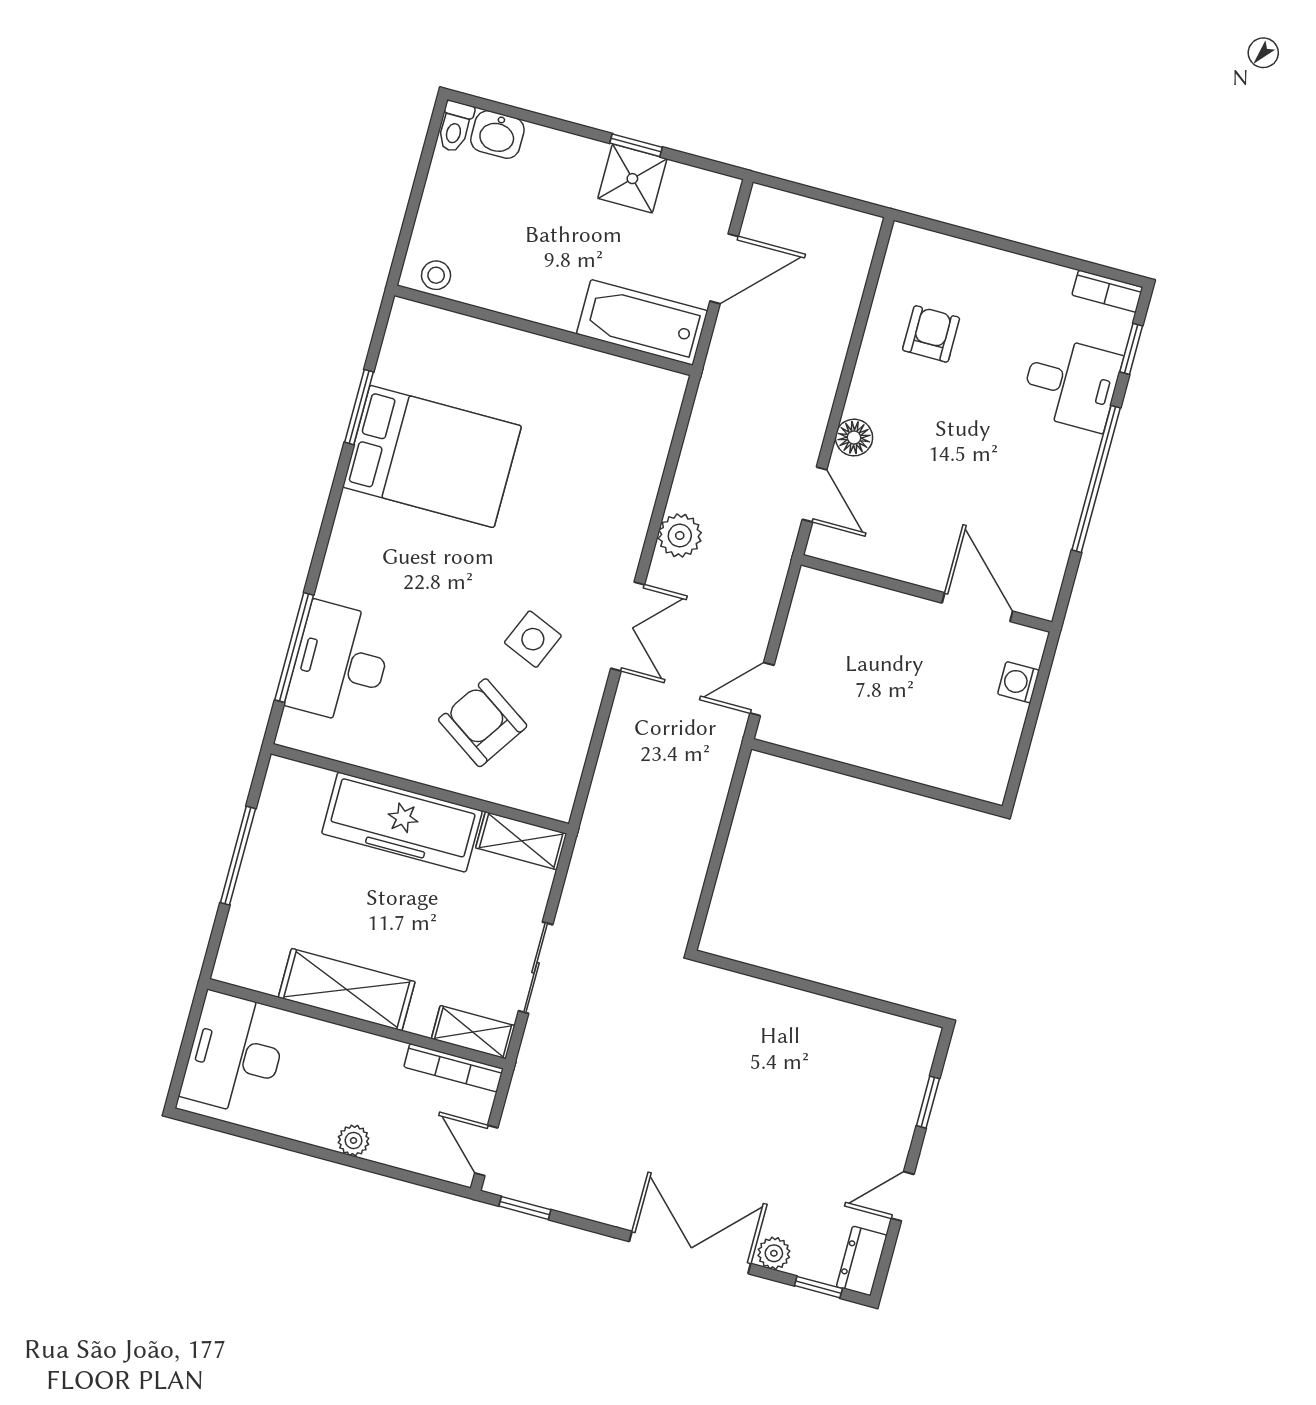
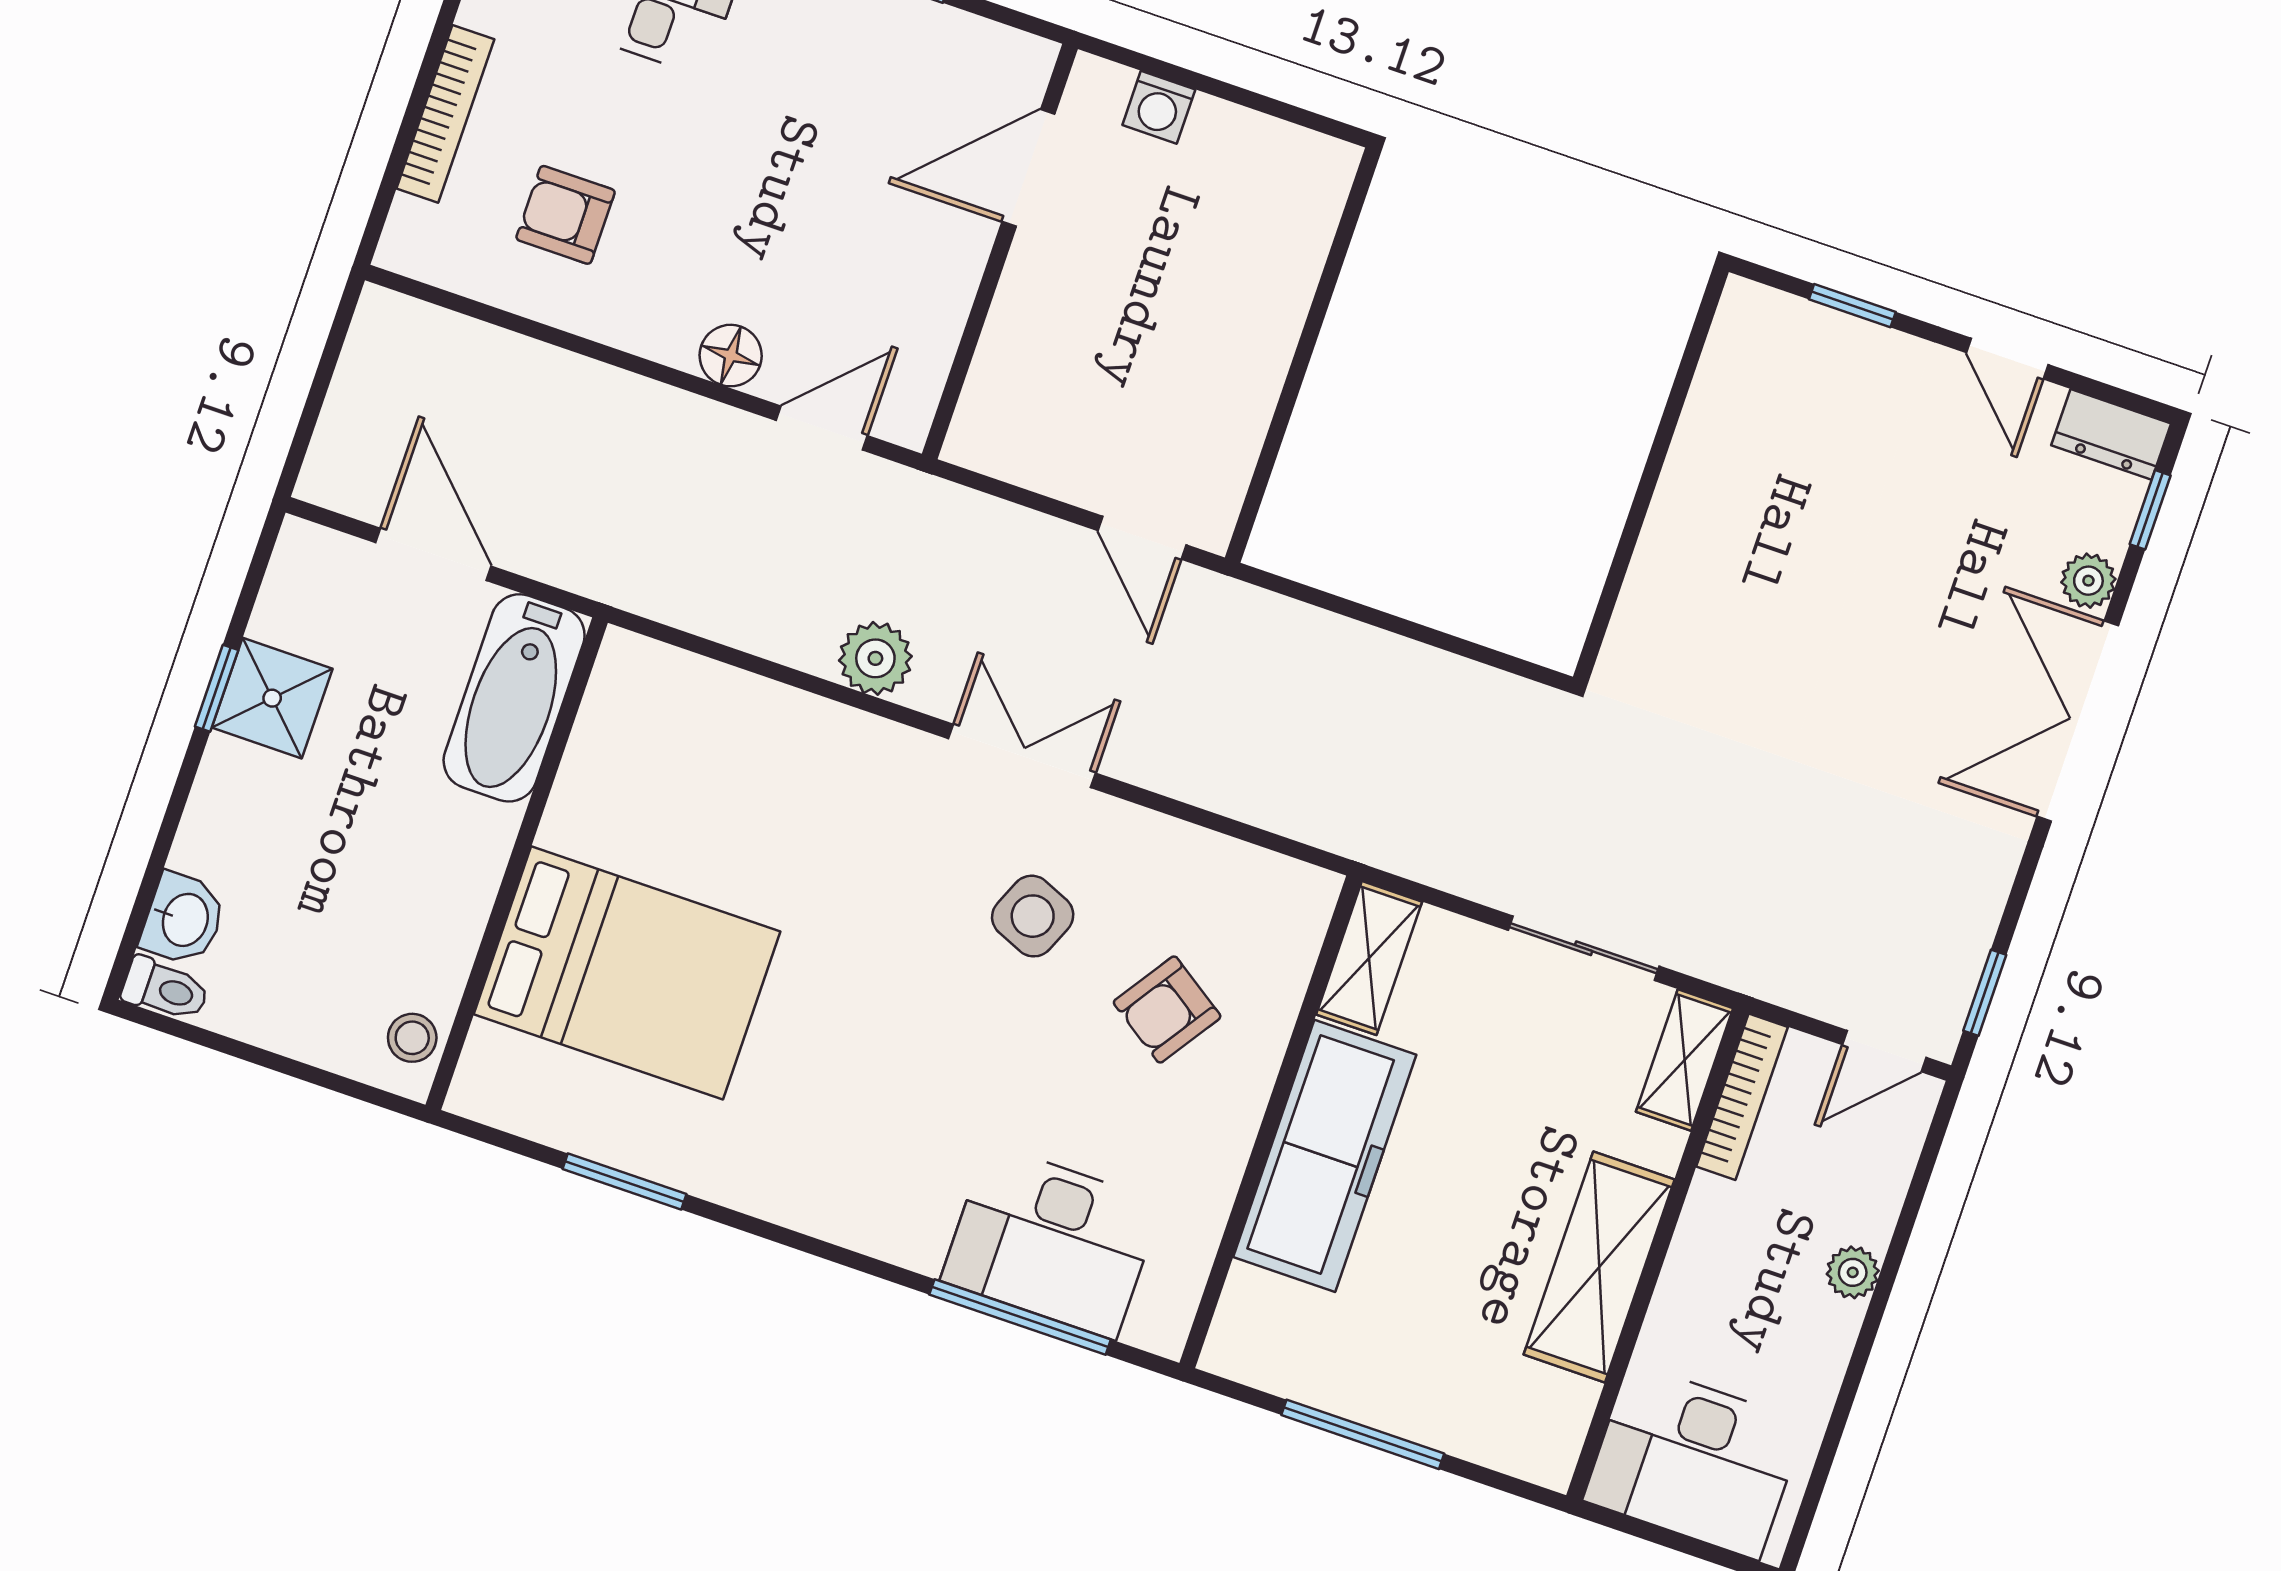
bookcase: (986, 258) -> (445, 114), added
bed: (432, 456) -> (627, 973), moved, turned 90
armchair: (483, 723) -> (1167, 1009), width x0.72, depth x0.72

